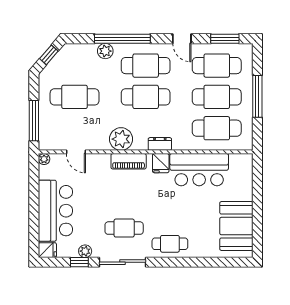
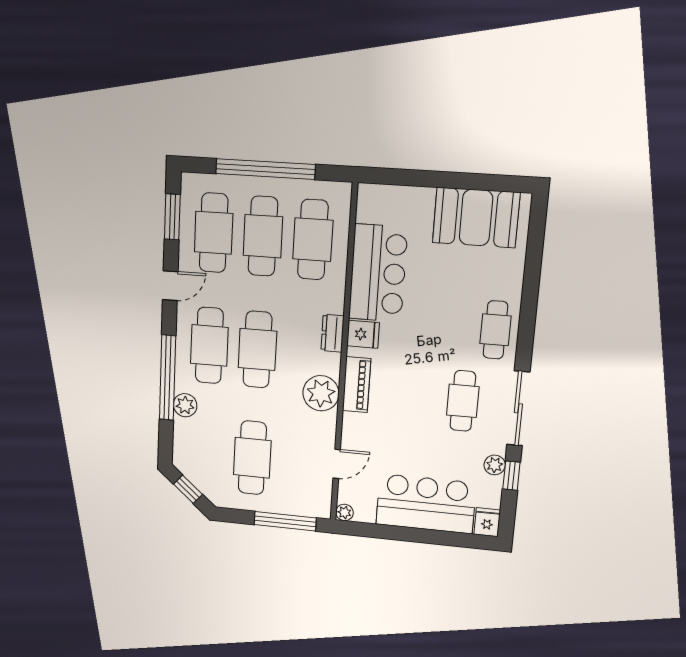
window: (257, 96) -> (265, 169), width x1.46

